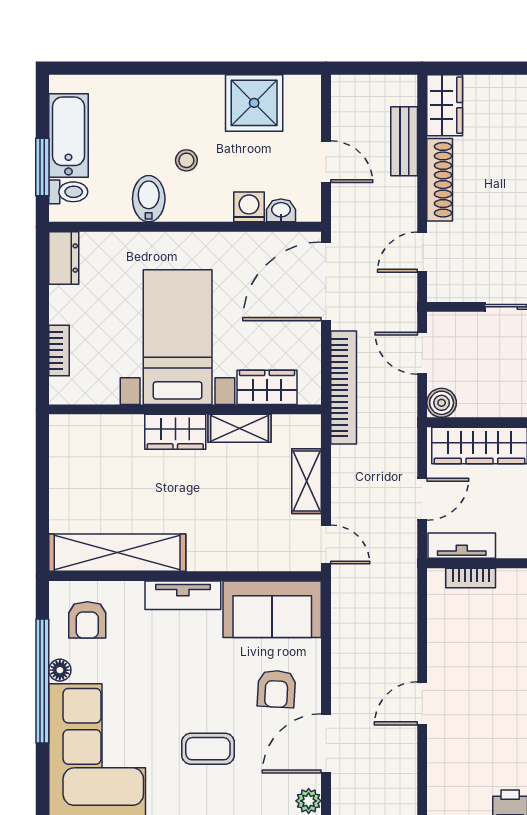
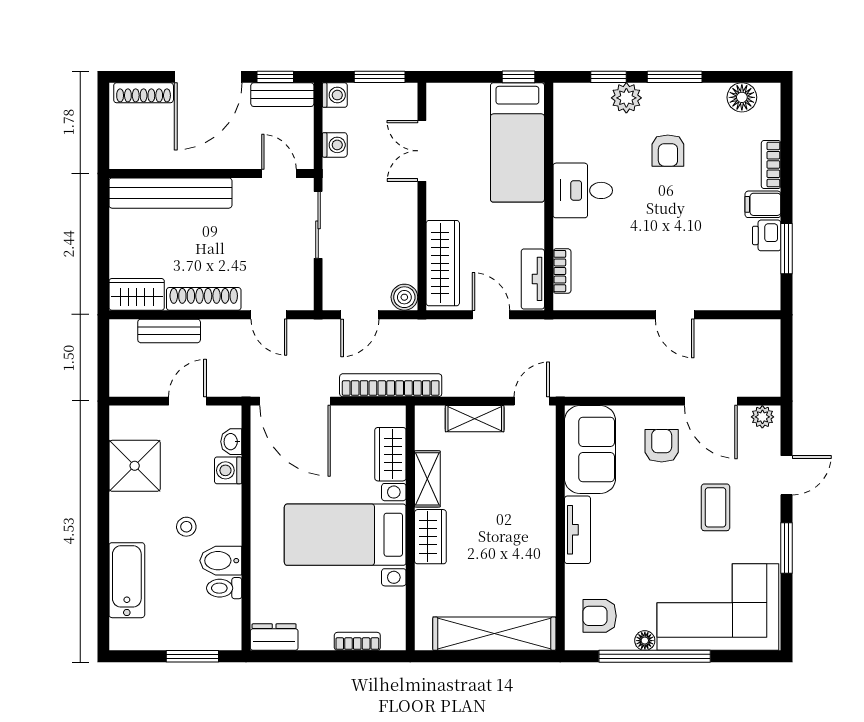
bathtub: (68, 135) -> (127, 580), moved, turned 90
toilet: (68, 192) -> (224, 588), moved, turned -90
shelving: (117, 553) -> (494, 634), moved, turned 90
armchair: (87, 620) -> (600, 616), turned 180
armchair: (276, 689) -> (662, 446), turned -93

